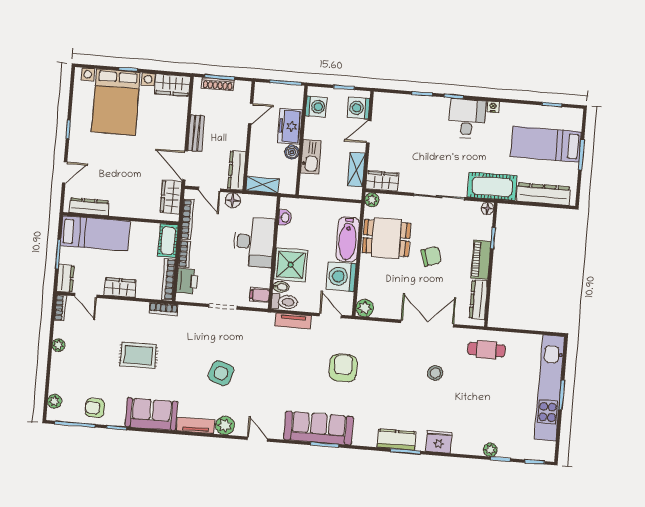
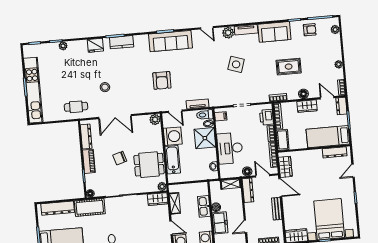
door: (369, 132) -> (171, 228), hinge flipped
floor lamp: (122, 308) -> (303, 94), added

